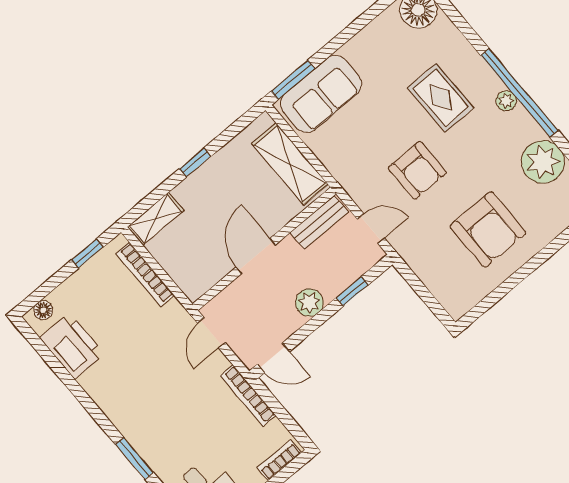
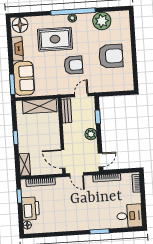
fireplace: (369, 39) -> (17, 49), added
rug: (441, 98) -> (55, 39), width x1.36, depth x1.43
door: (256, 256) -> (63, 159), moved
printer: (72, 346) -> (31, 209), moved, turned 90

